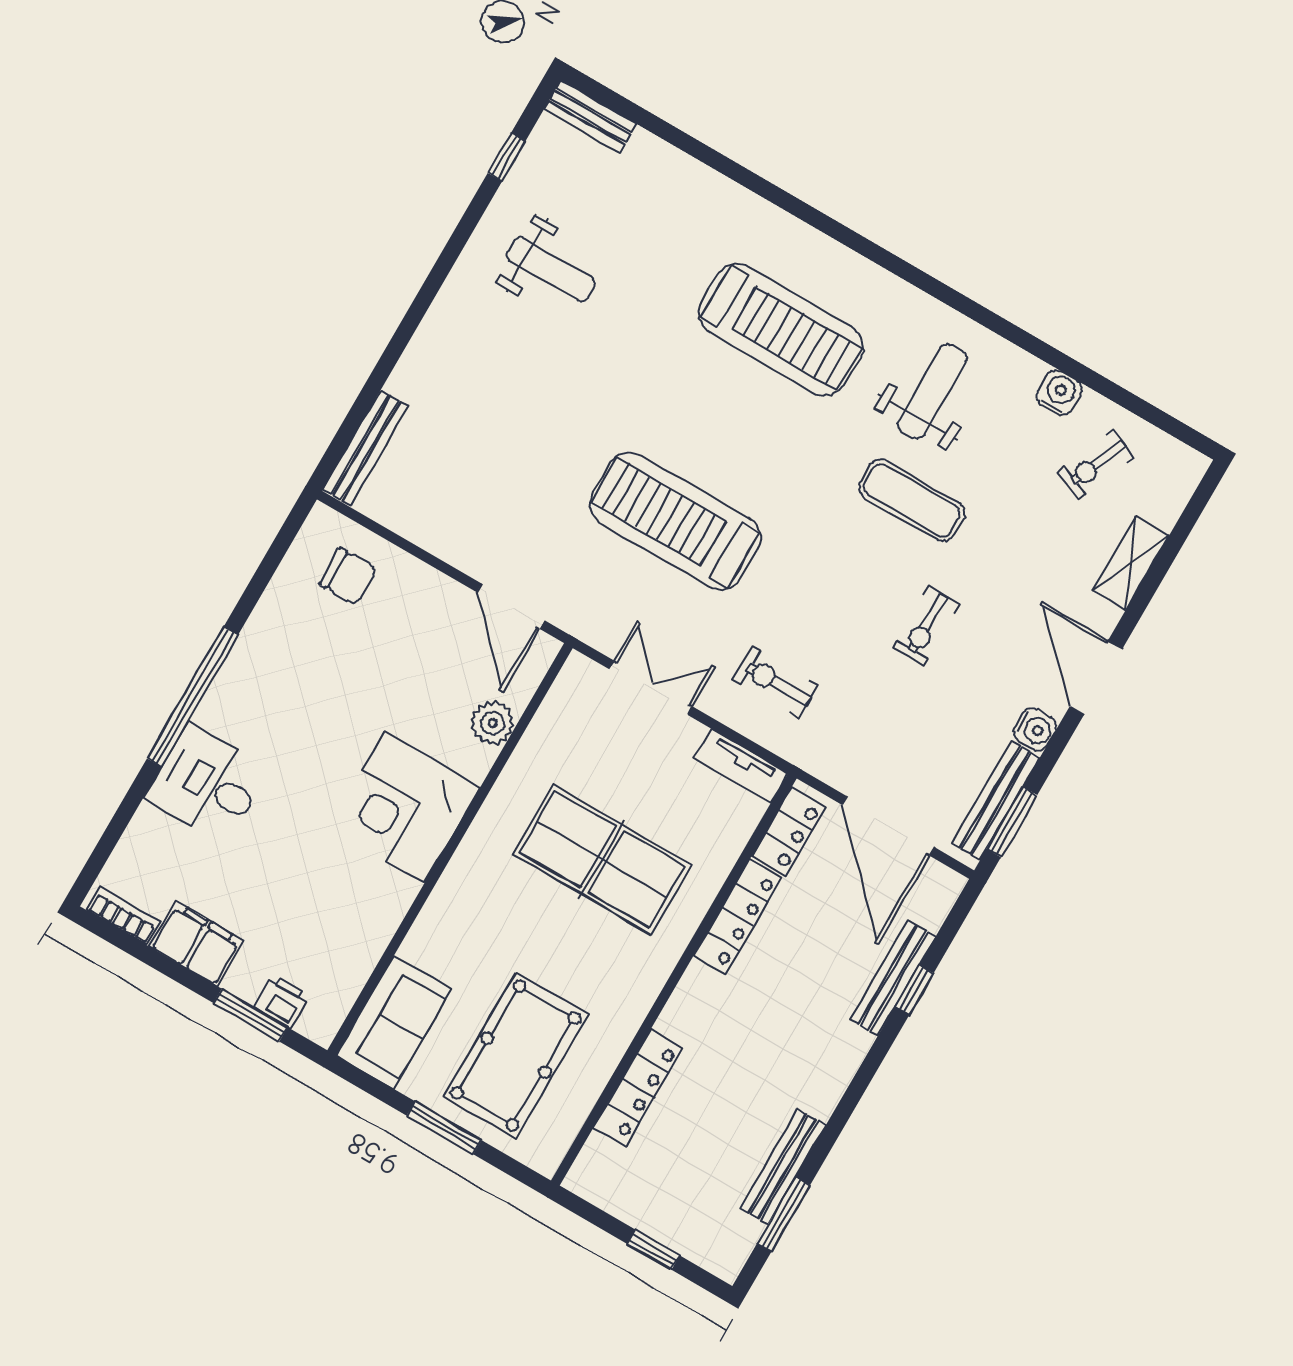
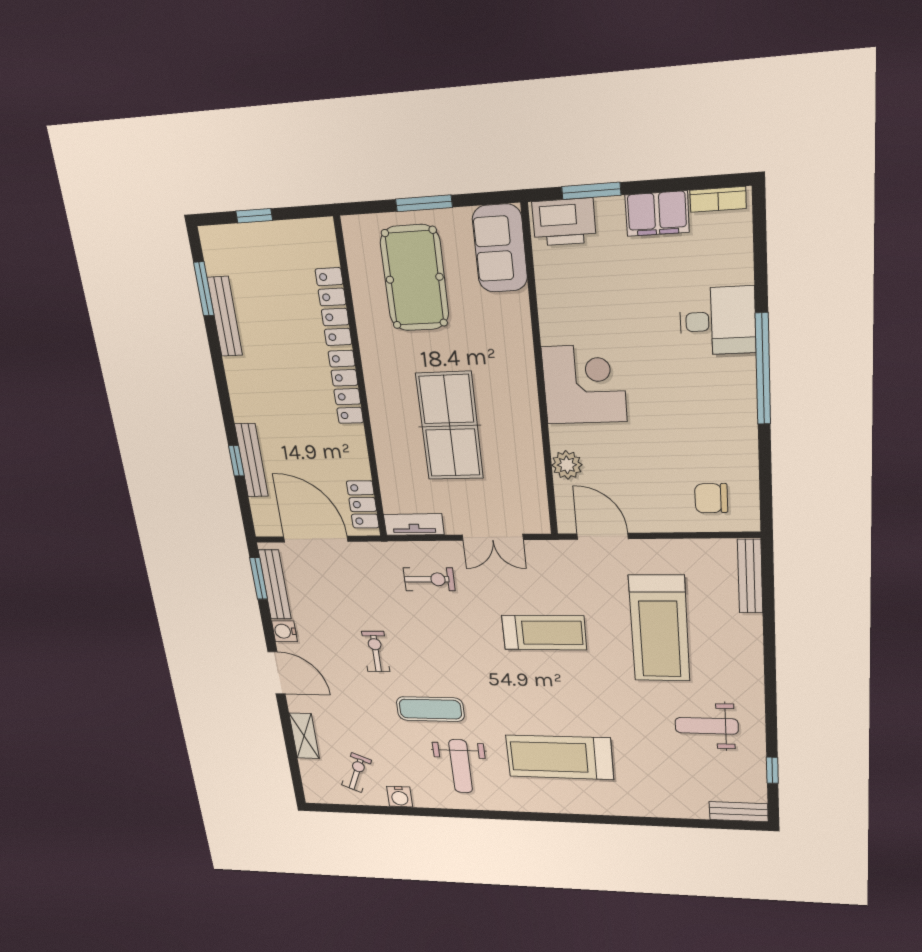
treadmill: (522, 442) -> (659, 628), added
treadmill: (675, 521) -> (544, 633), width x0.73, depth x0.73
table tennis table: (602, 859) -> (450, 426), turned 90
locker: (738, 917) -> (346, 387), moved
printer: (282, 1001) -> (564, 222), width x1.87, depth x1.48

